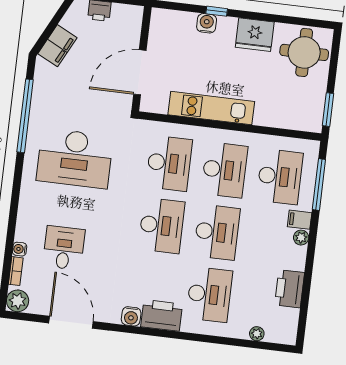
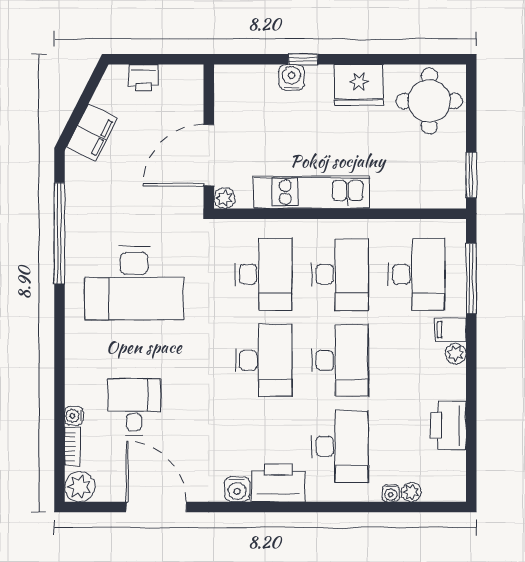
plant: (147, 105) -> (224, 198), added
water cooler: (242, 333) -> (391, 493), added

